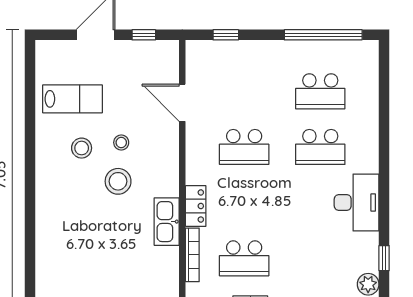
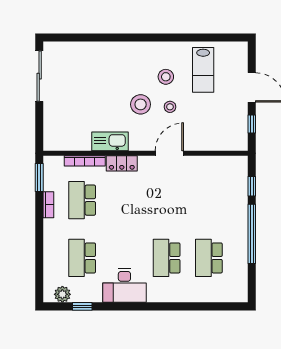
window: (323, 35) -> (252, 234), moved
door: (182, 103) -> (169, 153), moved
school desk: (244, 147) -> (82, 258), moved

